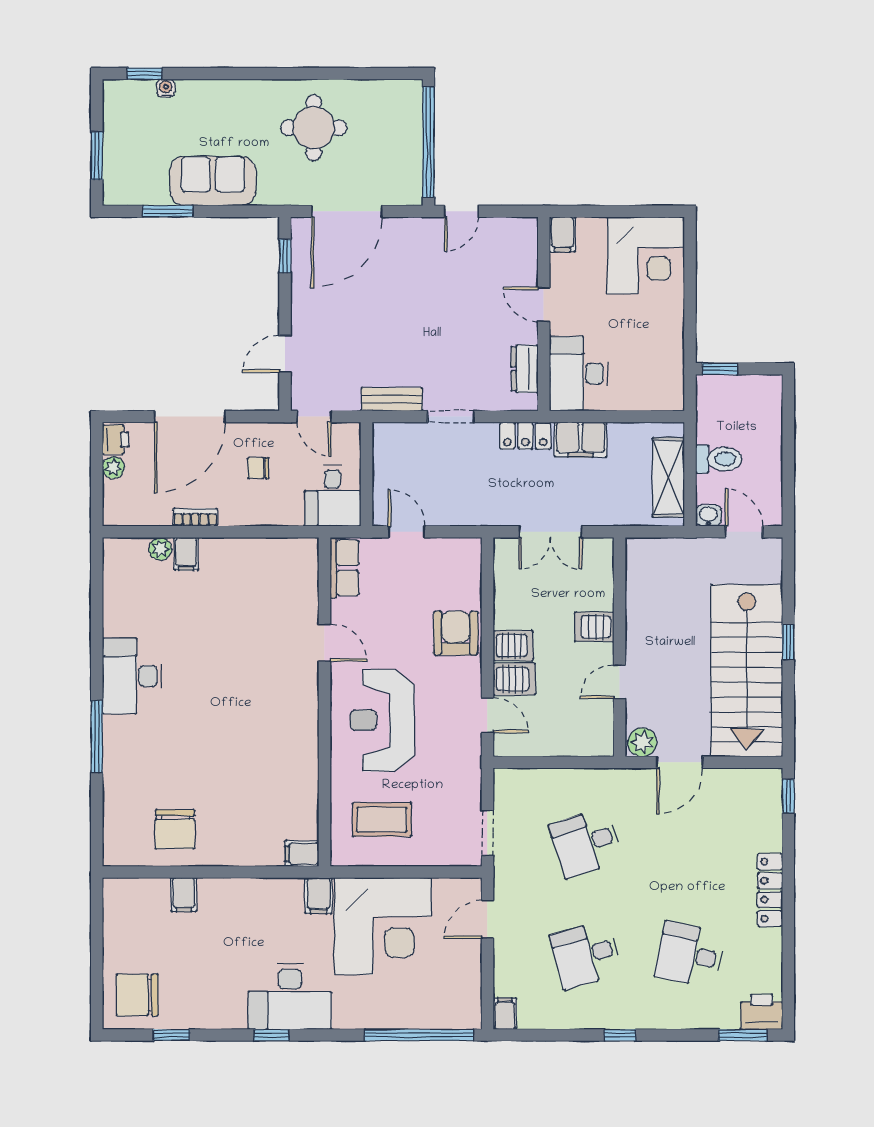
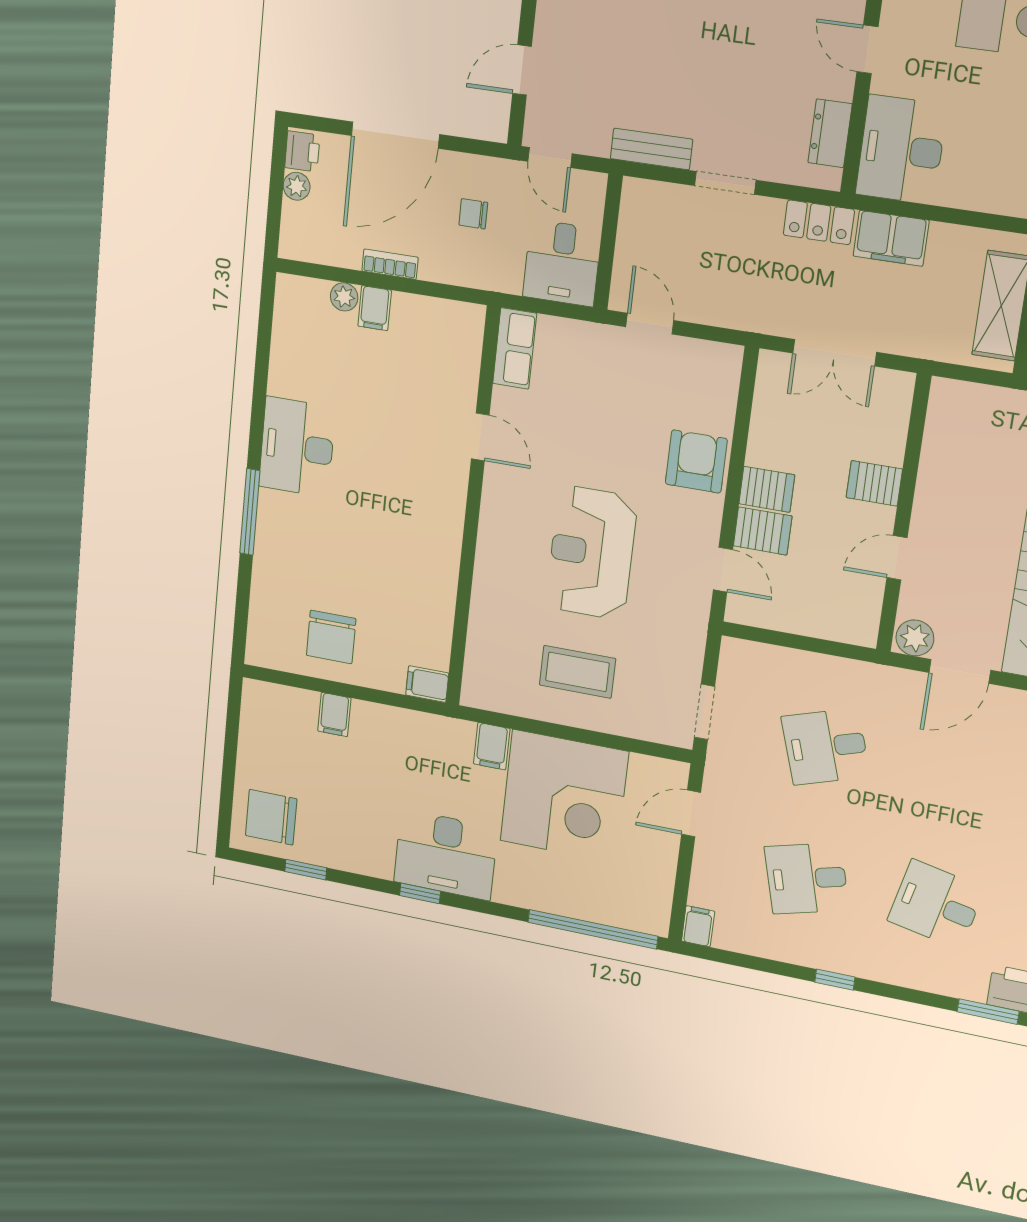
row of seats: (345, 568) -> (515, 348), moved
door: (324, 643) -> (480, 437), moved
wall: (324, 702) -> (473, 509), moved
filing cabinet: (302, 854) -> (427, 684), moved

